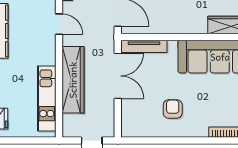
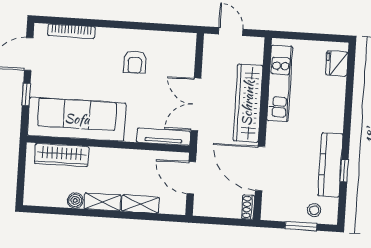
door: (59, 24) -> (260, 168), width x1.88

